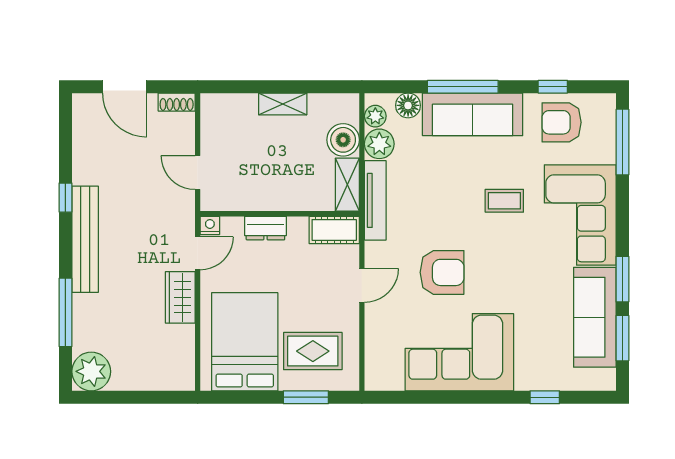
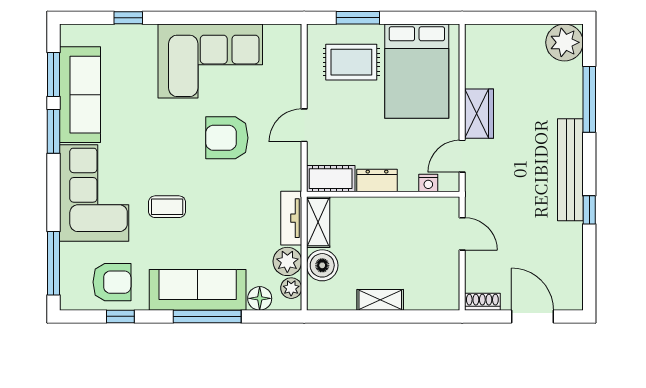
tv unit: (375, 200) -> (291, 218), width x0.71
nightstand: (210, 225) -> (428, 183), moved
dresser: (265, 228) -> (377, 180), moved

